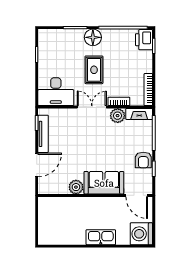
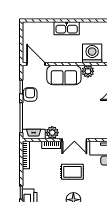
rug: (94, 70) -> (72, 172), turned 90
washing machine: (141, 234) -> (92, 53), moved, turned -90

